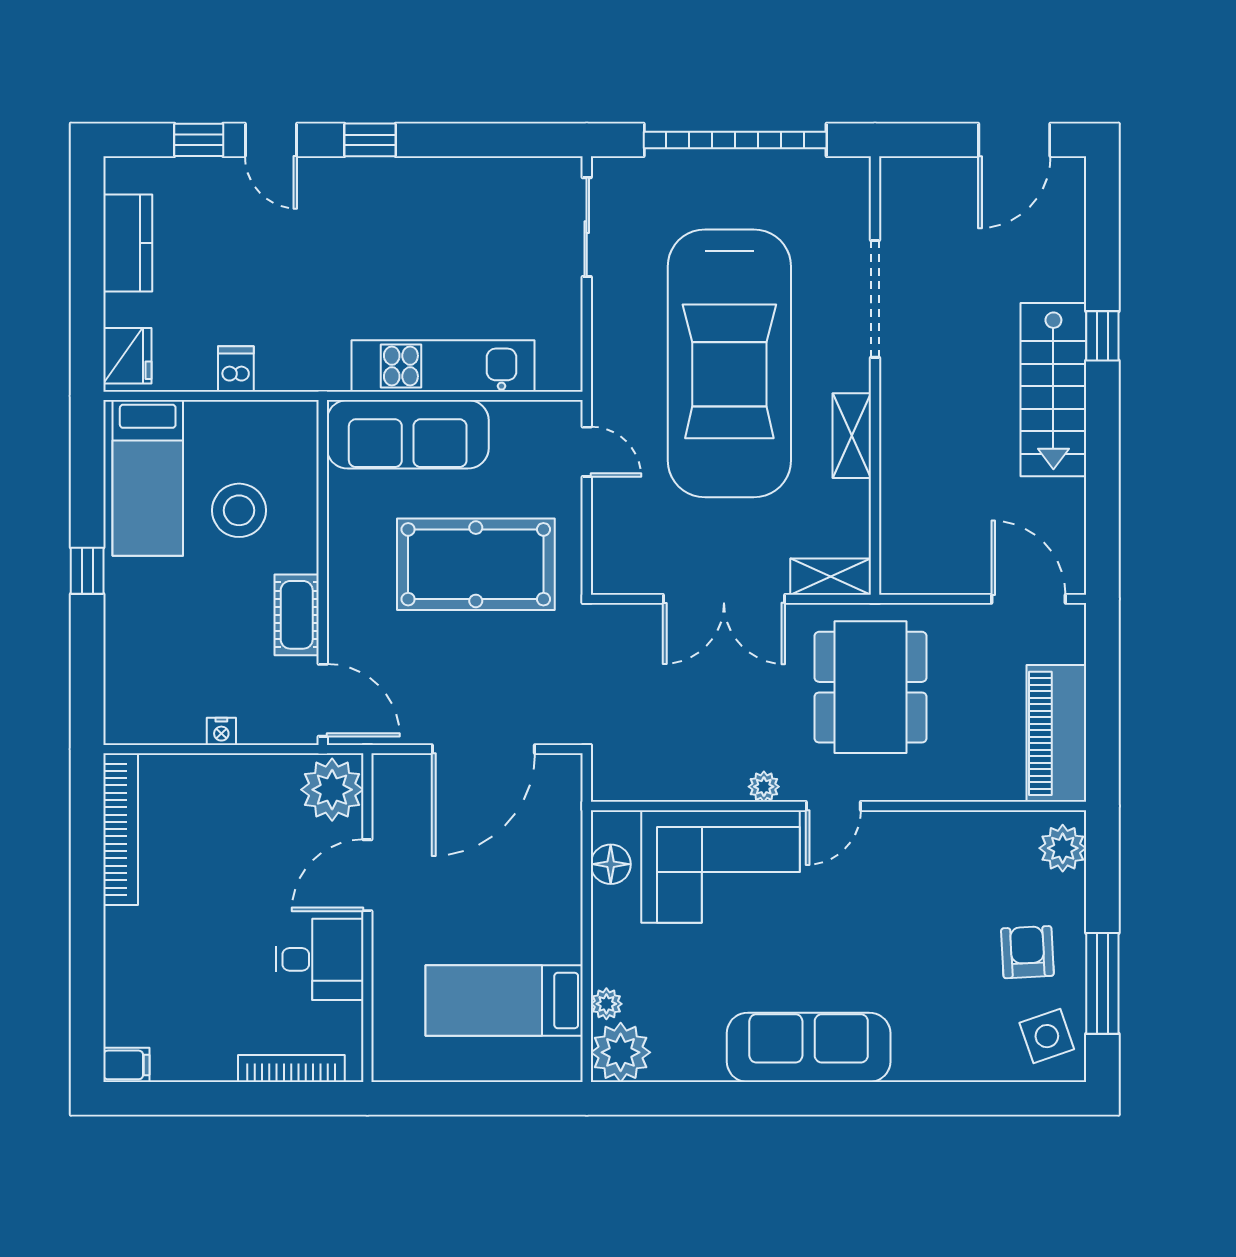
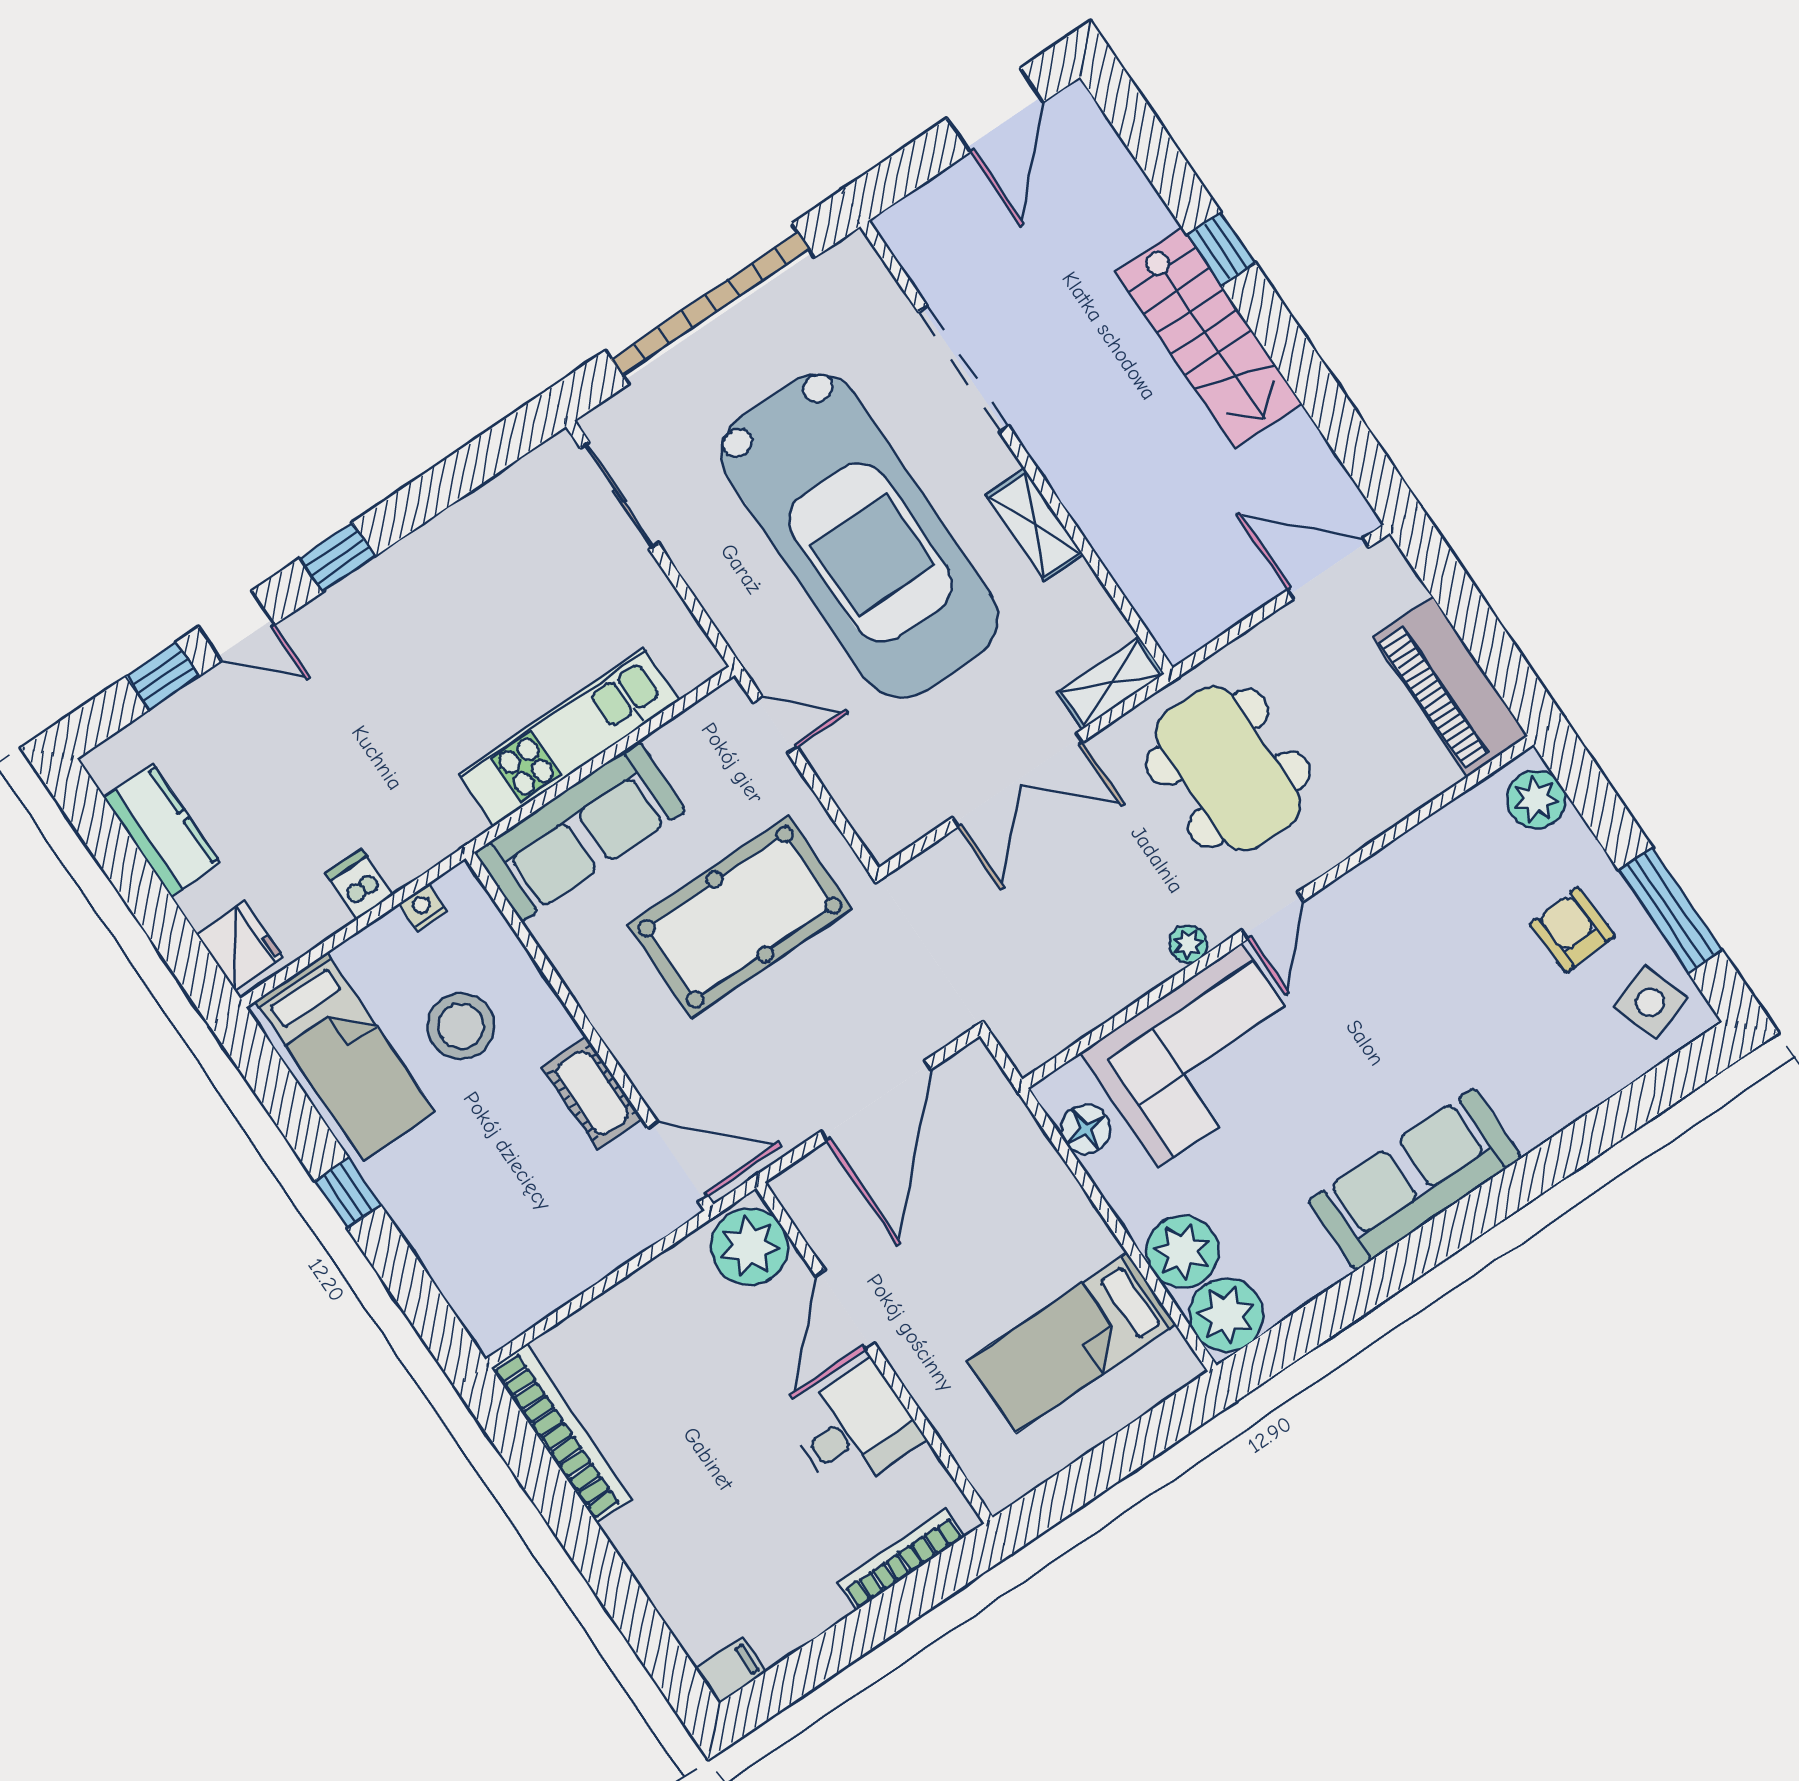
nightstand: (221, 731) -> (423, 907), moved, turned 180
plant: (606, 1004) -> (1183, 1252), width x1.87, depth x1.87

